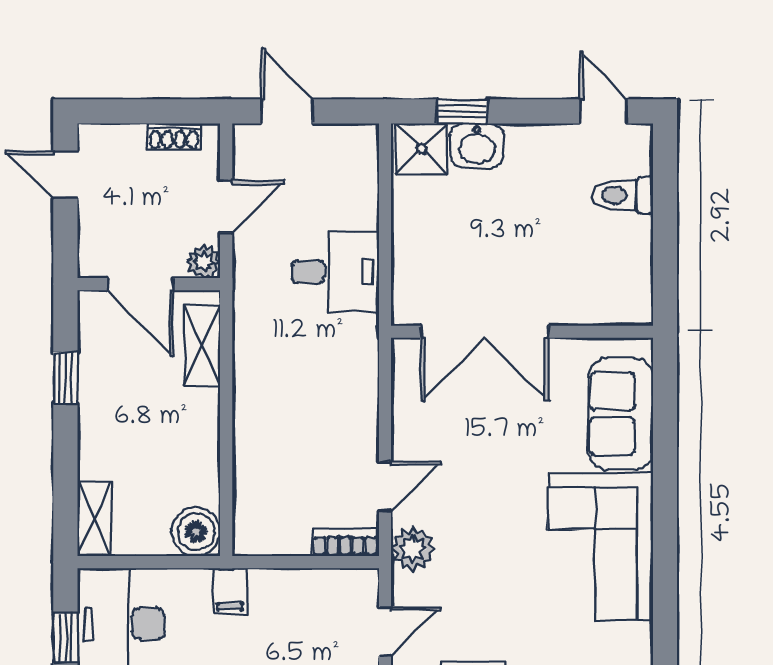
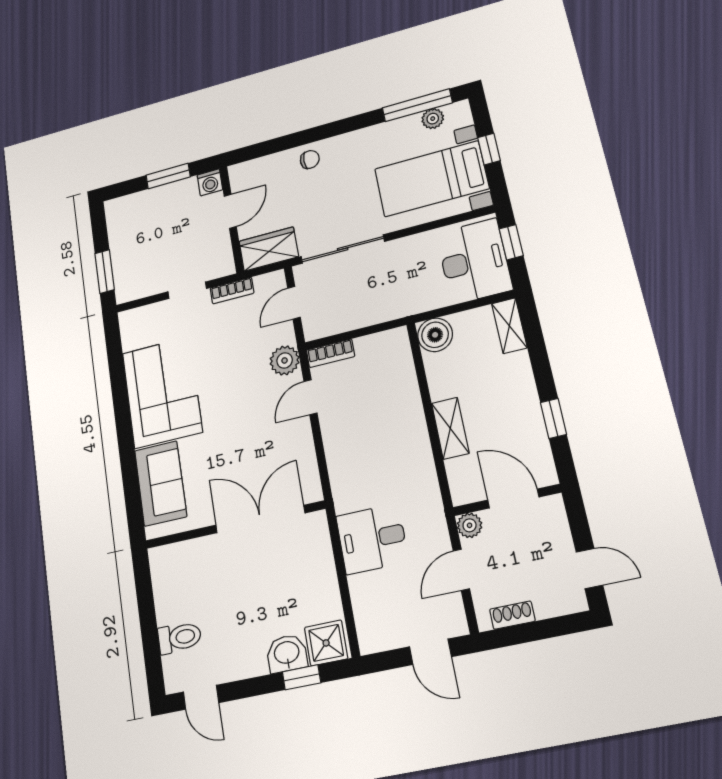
shelving: (202, 345) -> (450, 428), moved
filing cabinet: (230, 591) -> (403, 302), removed

